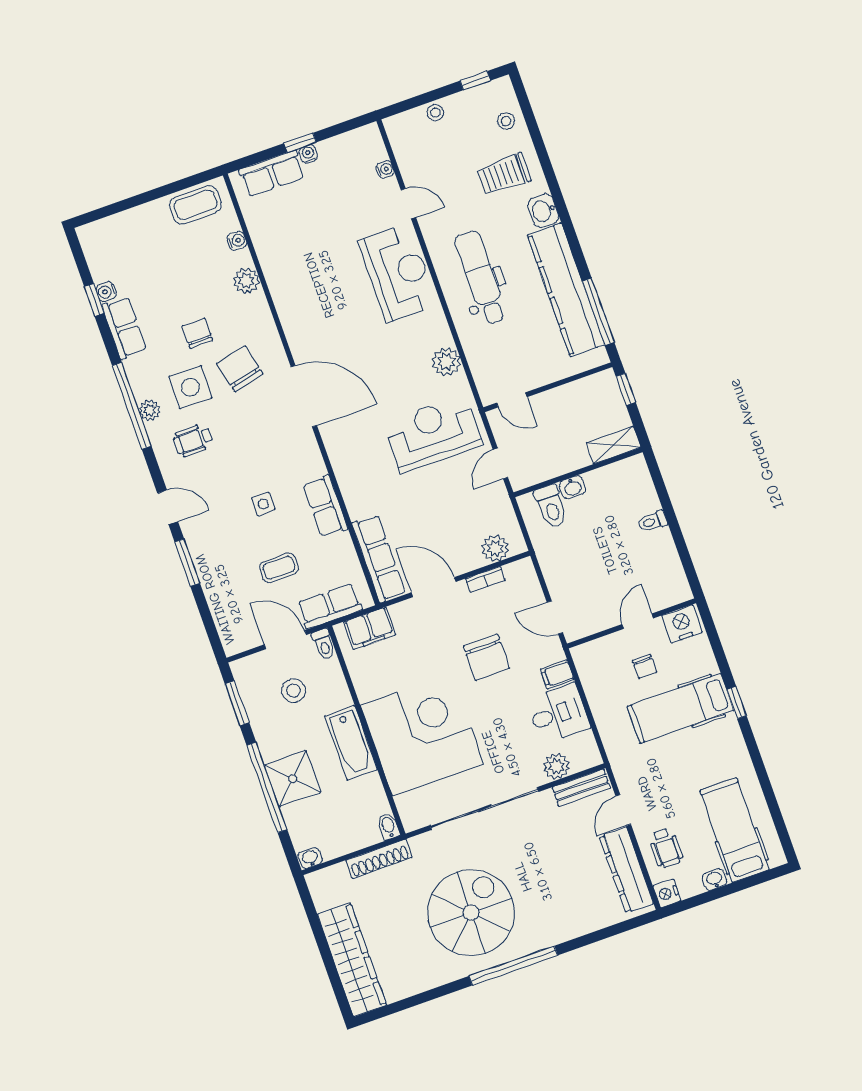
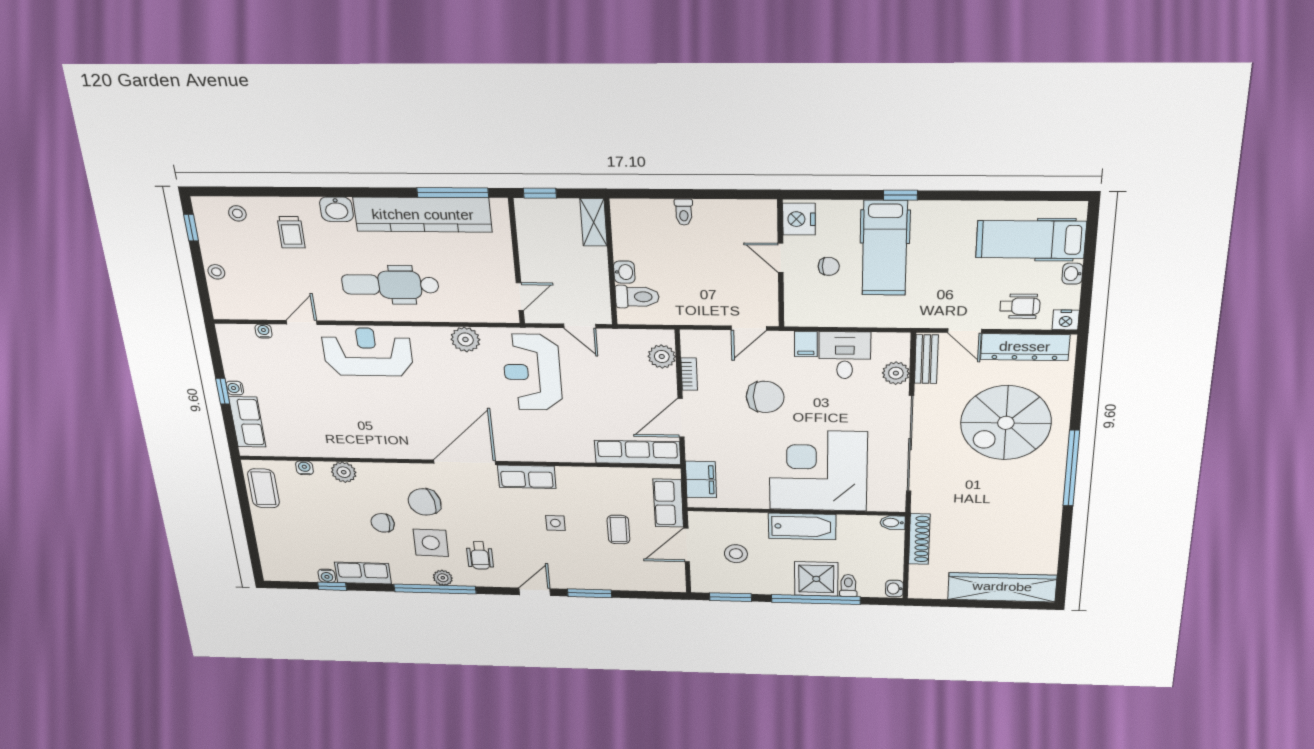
trolley: (504, 174) -> (291, 232), width x0.73, depth x0.72
row of seats: (325, 506) -> (527, 477), moved
toilet: (324, 644) -> (848, 586), moved, turned -90
spiral stairs: (471, 913) -> (1006, 423), moved, turned -90

